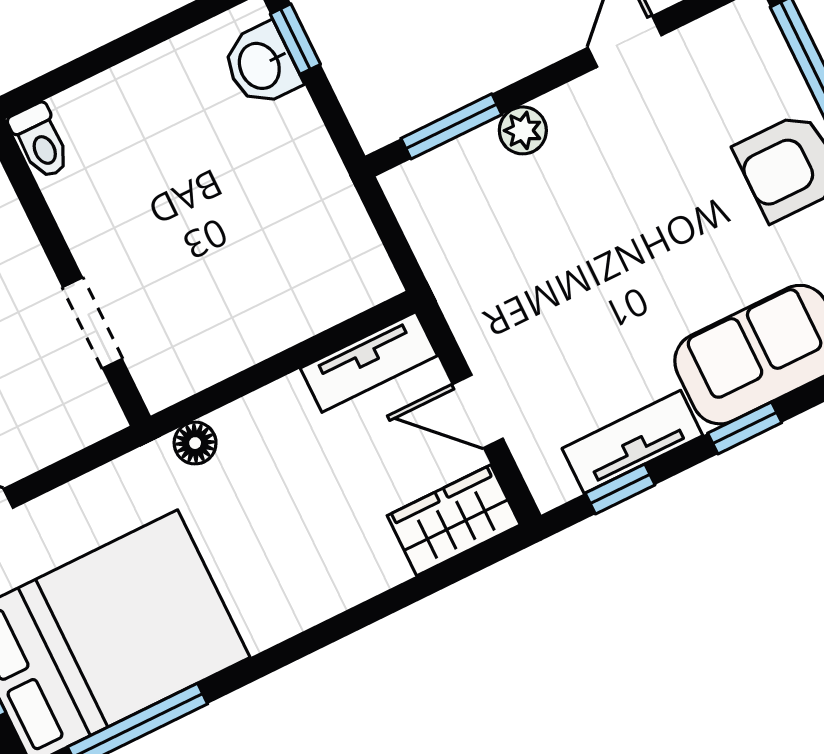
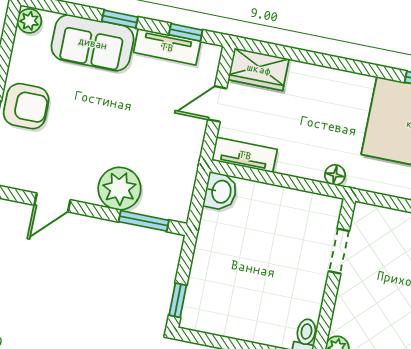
washbasin: (261, 65) -> (221, 192), moved
plant: (523, 130) -> (119, 189), width x1.87, depth x1.87
door: (478, 411) -> (217, 104), swing flipped

